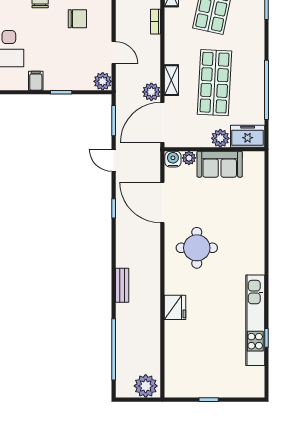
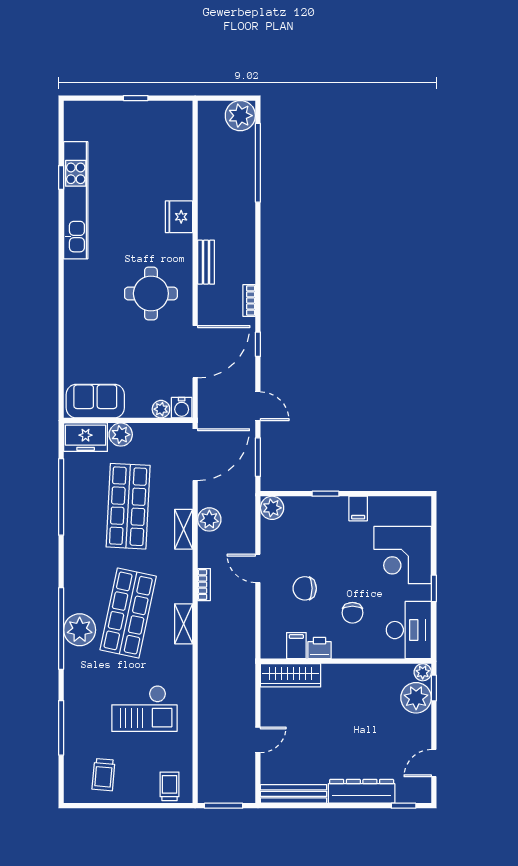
door: (114, 53) -> (258, 568), moved
shelving: (171, 80) -> (184, 529), moved
plant: (151, 92) -> (209, 519), moved
sofa: (220, 164) -> (95, 401), moved
door: (162, 203) -> (195, 352), hinge flipped
bookcase: (121, 242) -> (249, 300), added
bench: (122, 285) -> (206, 262), moved
plant: (146, 386) -> (240, 116), moved

